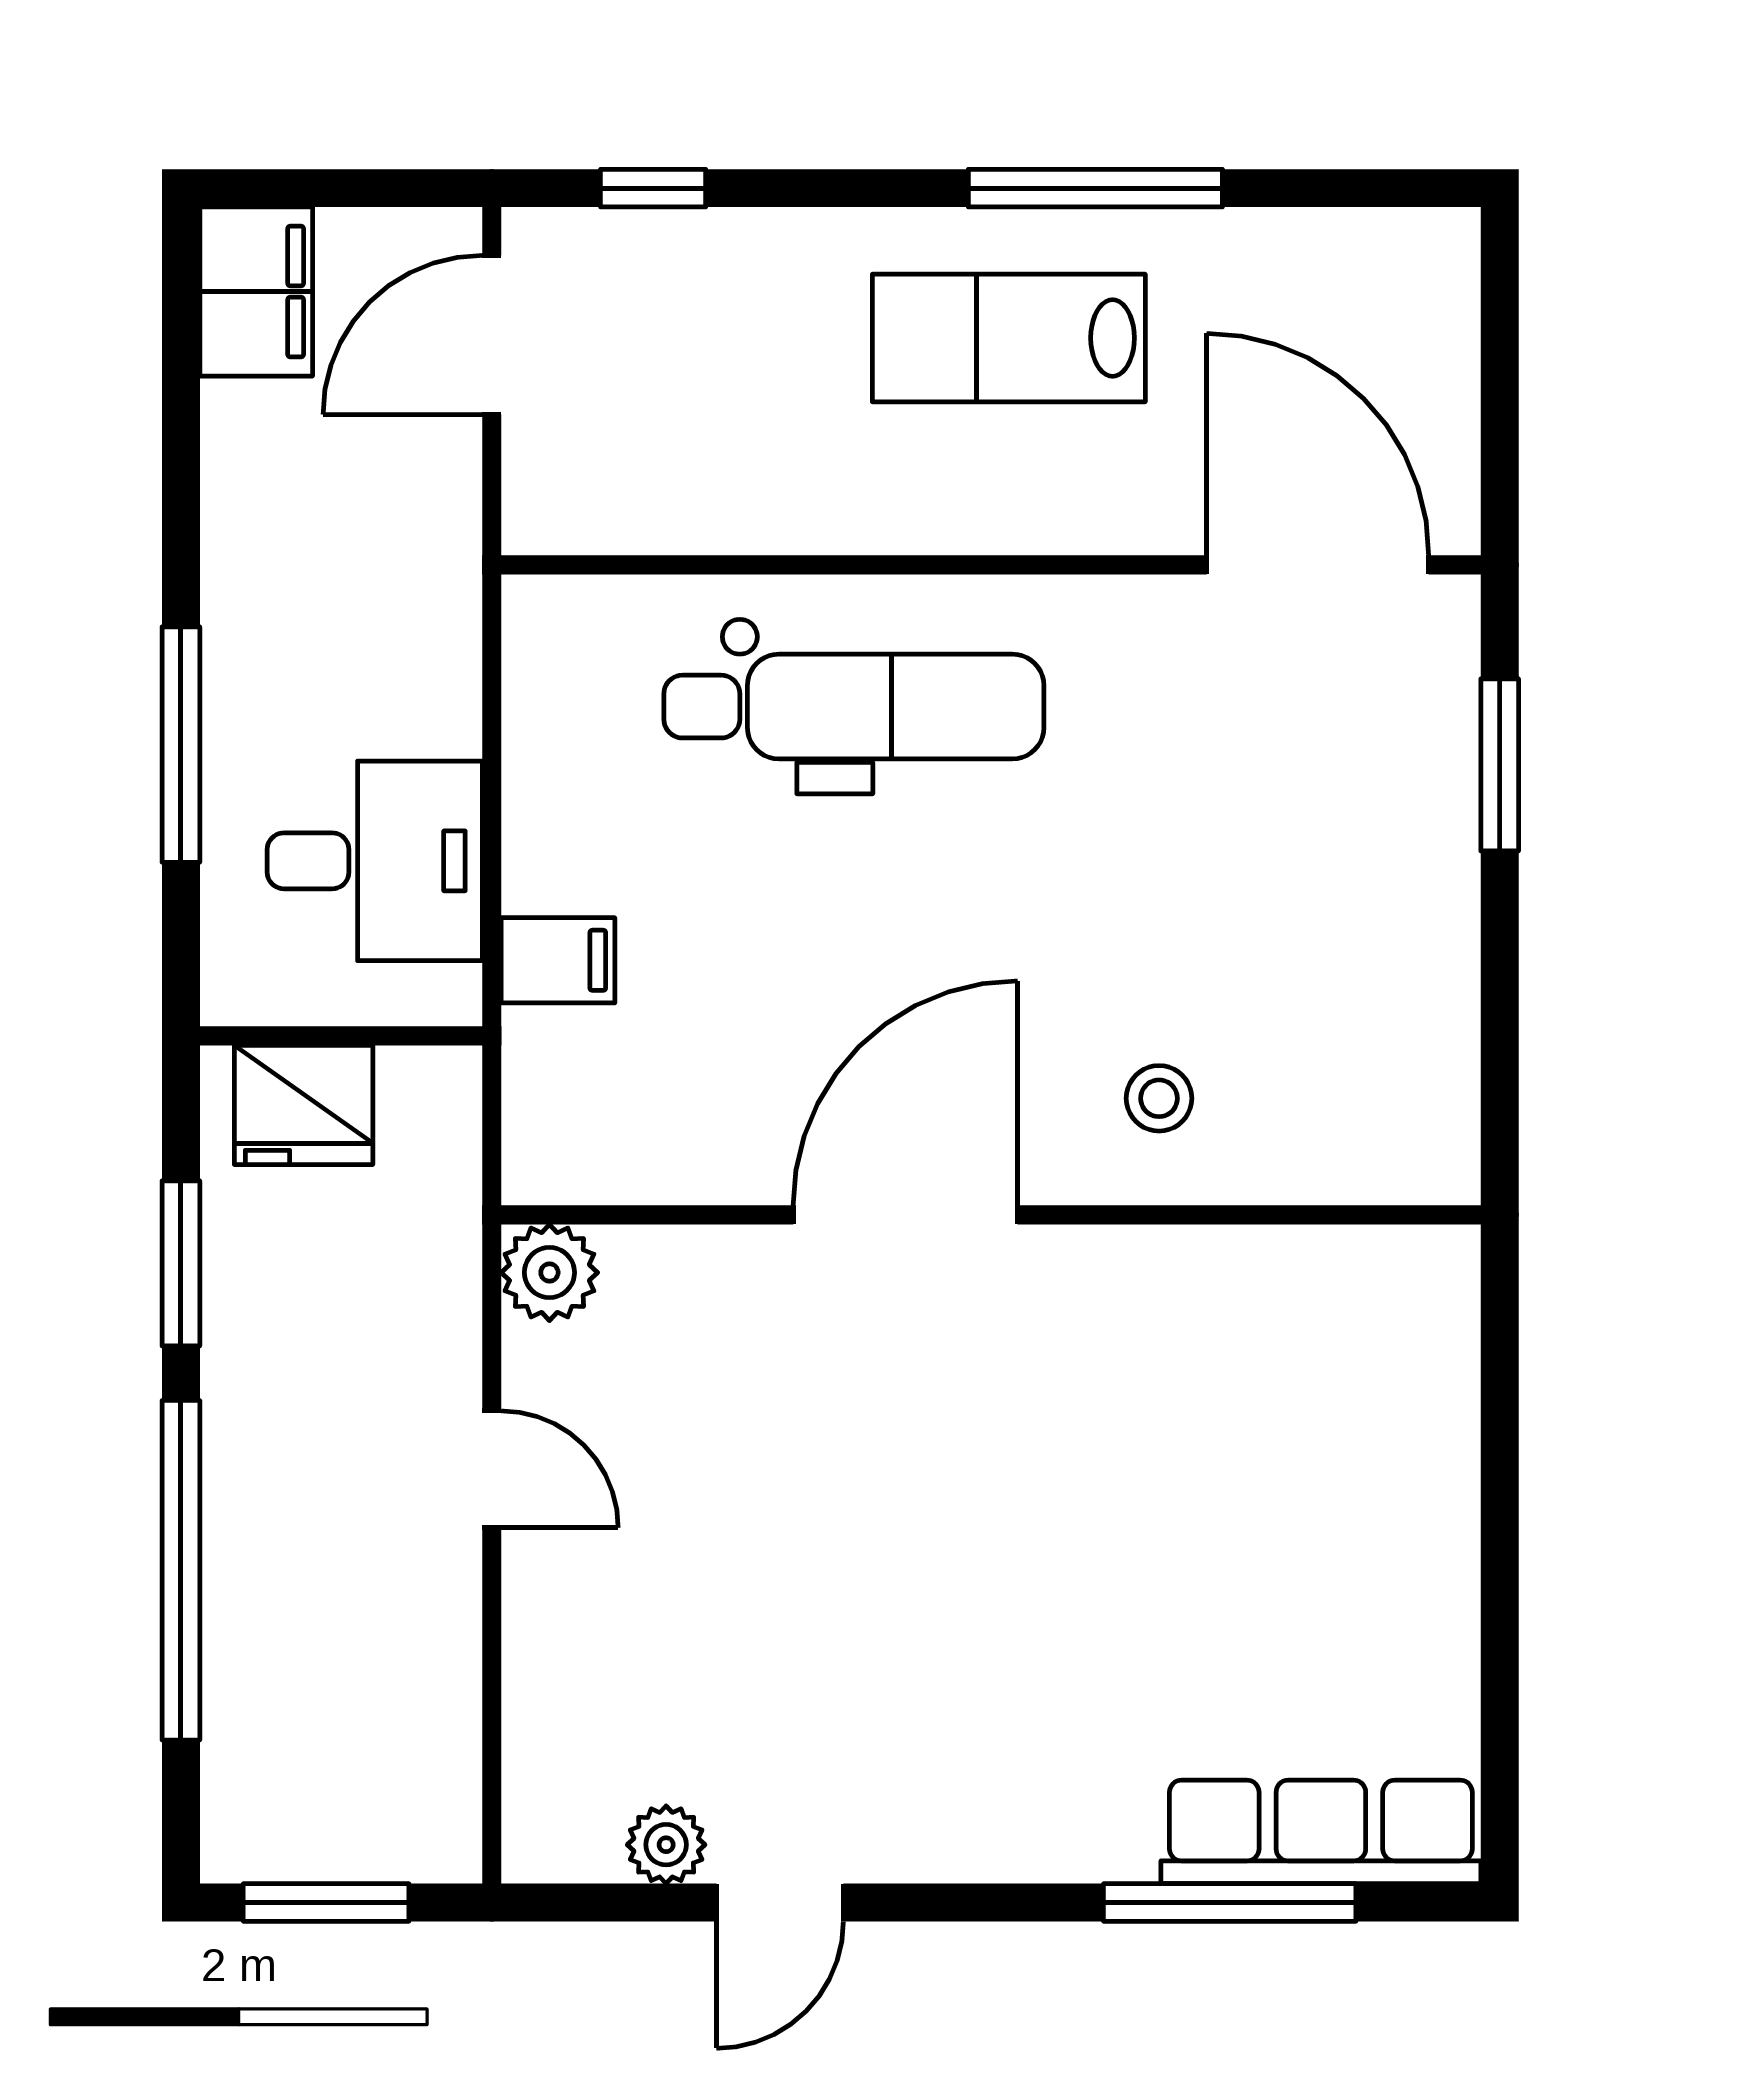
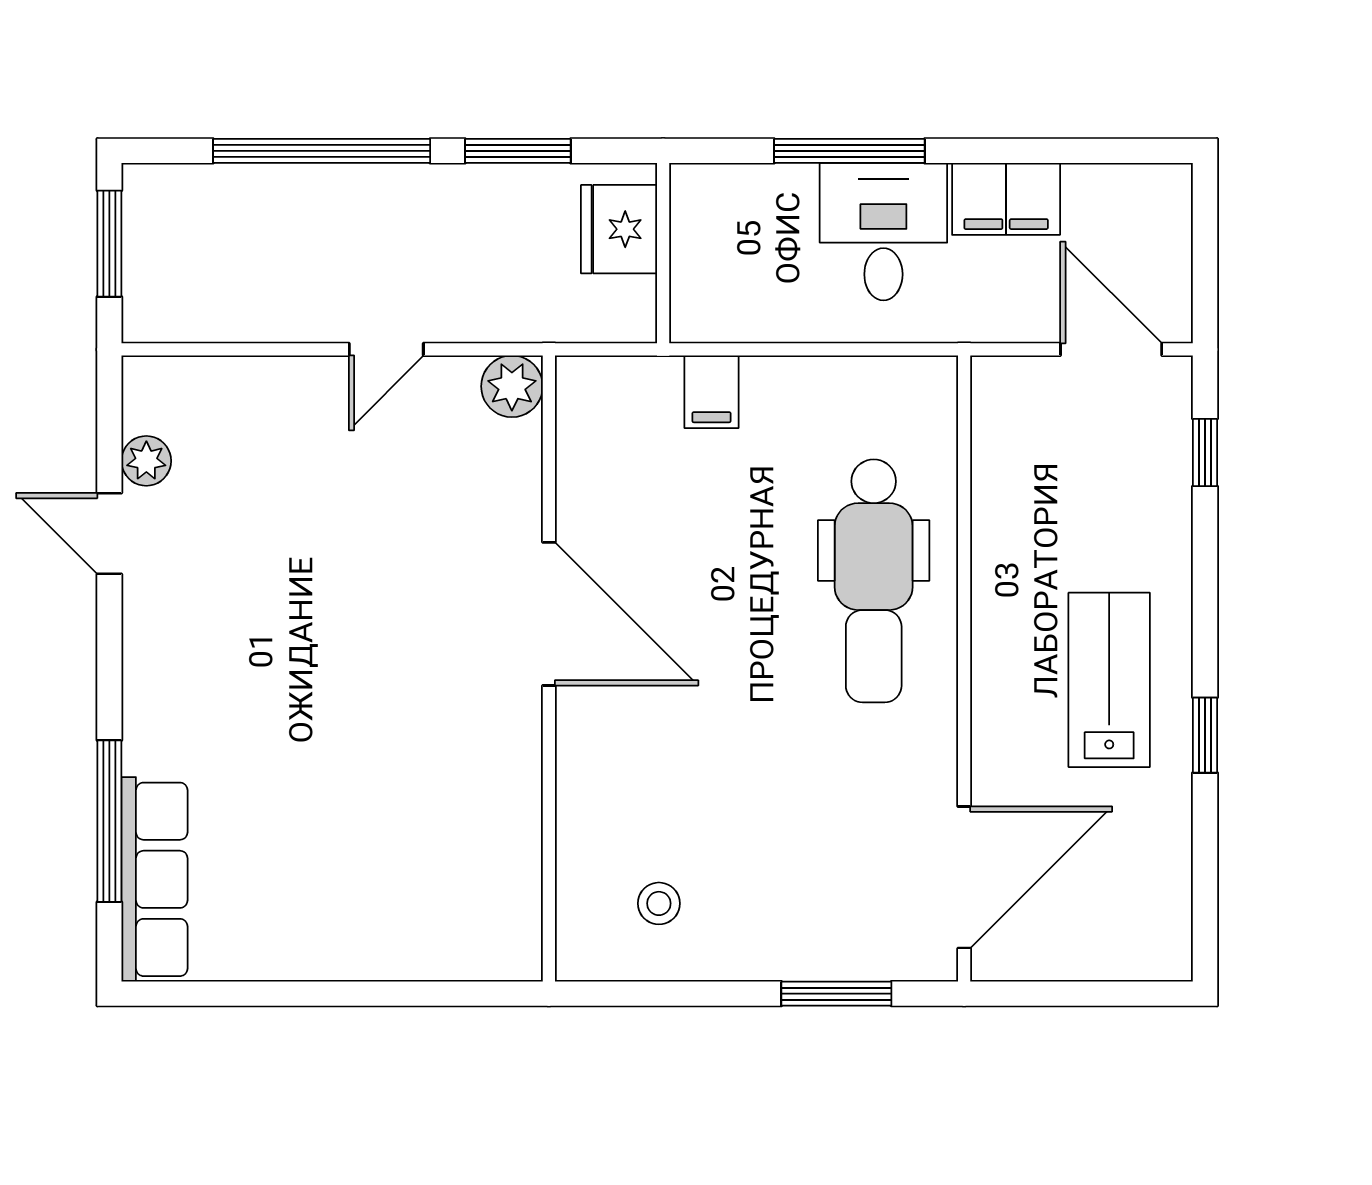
window: (1095, 188) -> (1205, 735), width x0.46
filing cabinet: (256, 292) -> (1006, 199), moved
desk: (375, 861) -> (883, 232), moved, turned 180
stool: (1159, 1098) -> (659, 903), moved

